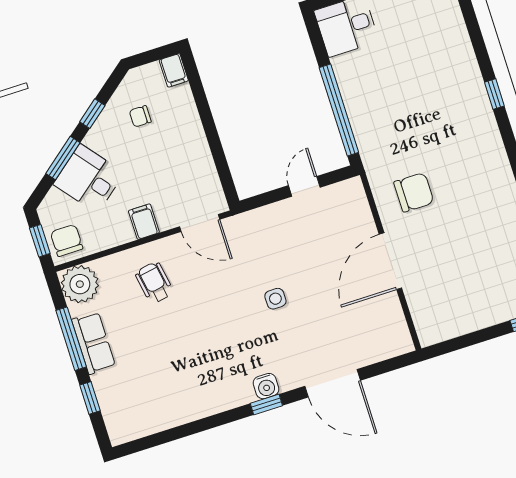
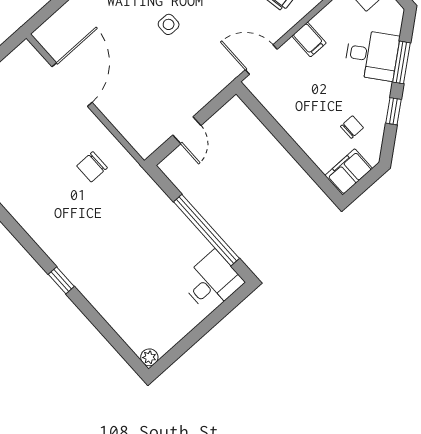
filing cabinet: (174, 70) -> (349, 172), width x2.00
window: (339, 110) -> (206, 230), moved
chair: (414, 192) -> (92, 167), width x0.73, depth x0.73
door: (390, 261) -> (72, 85), moved

